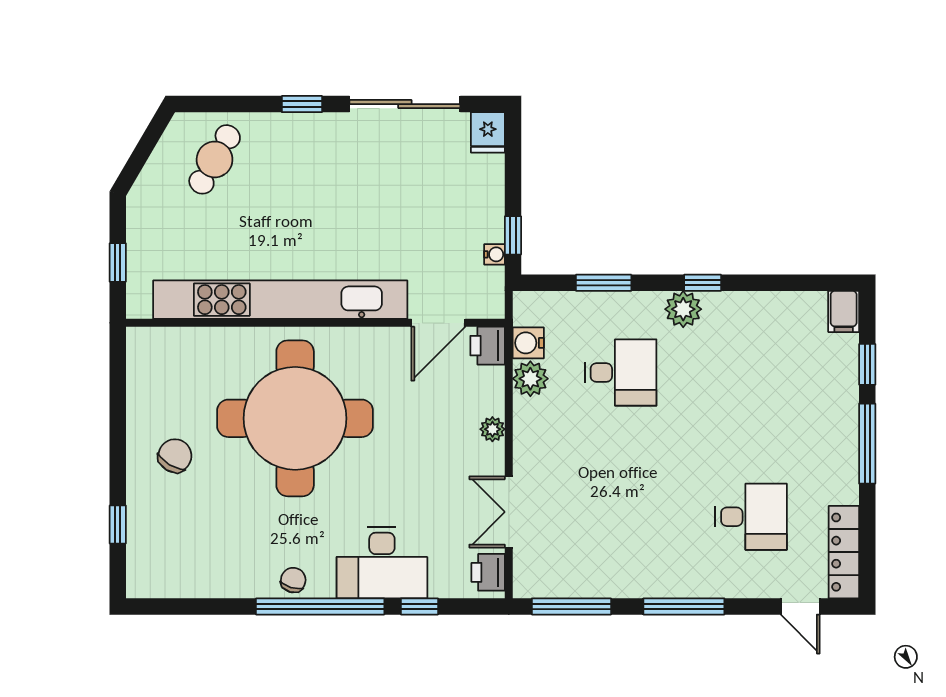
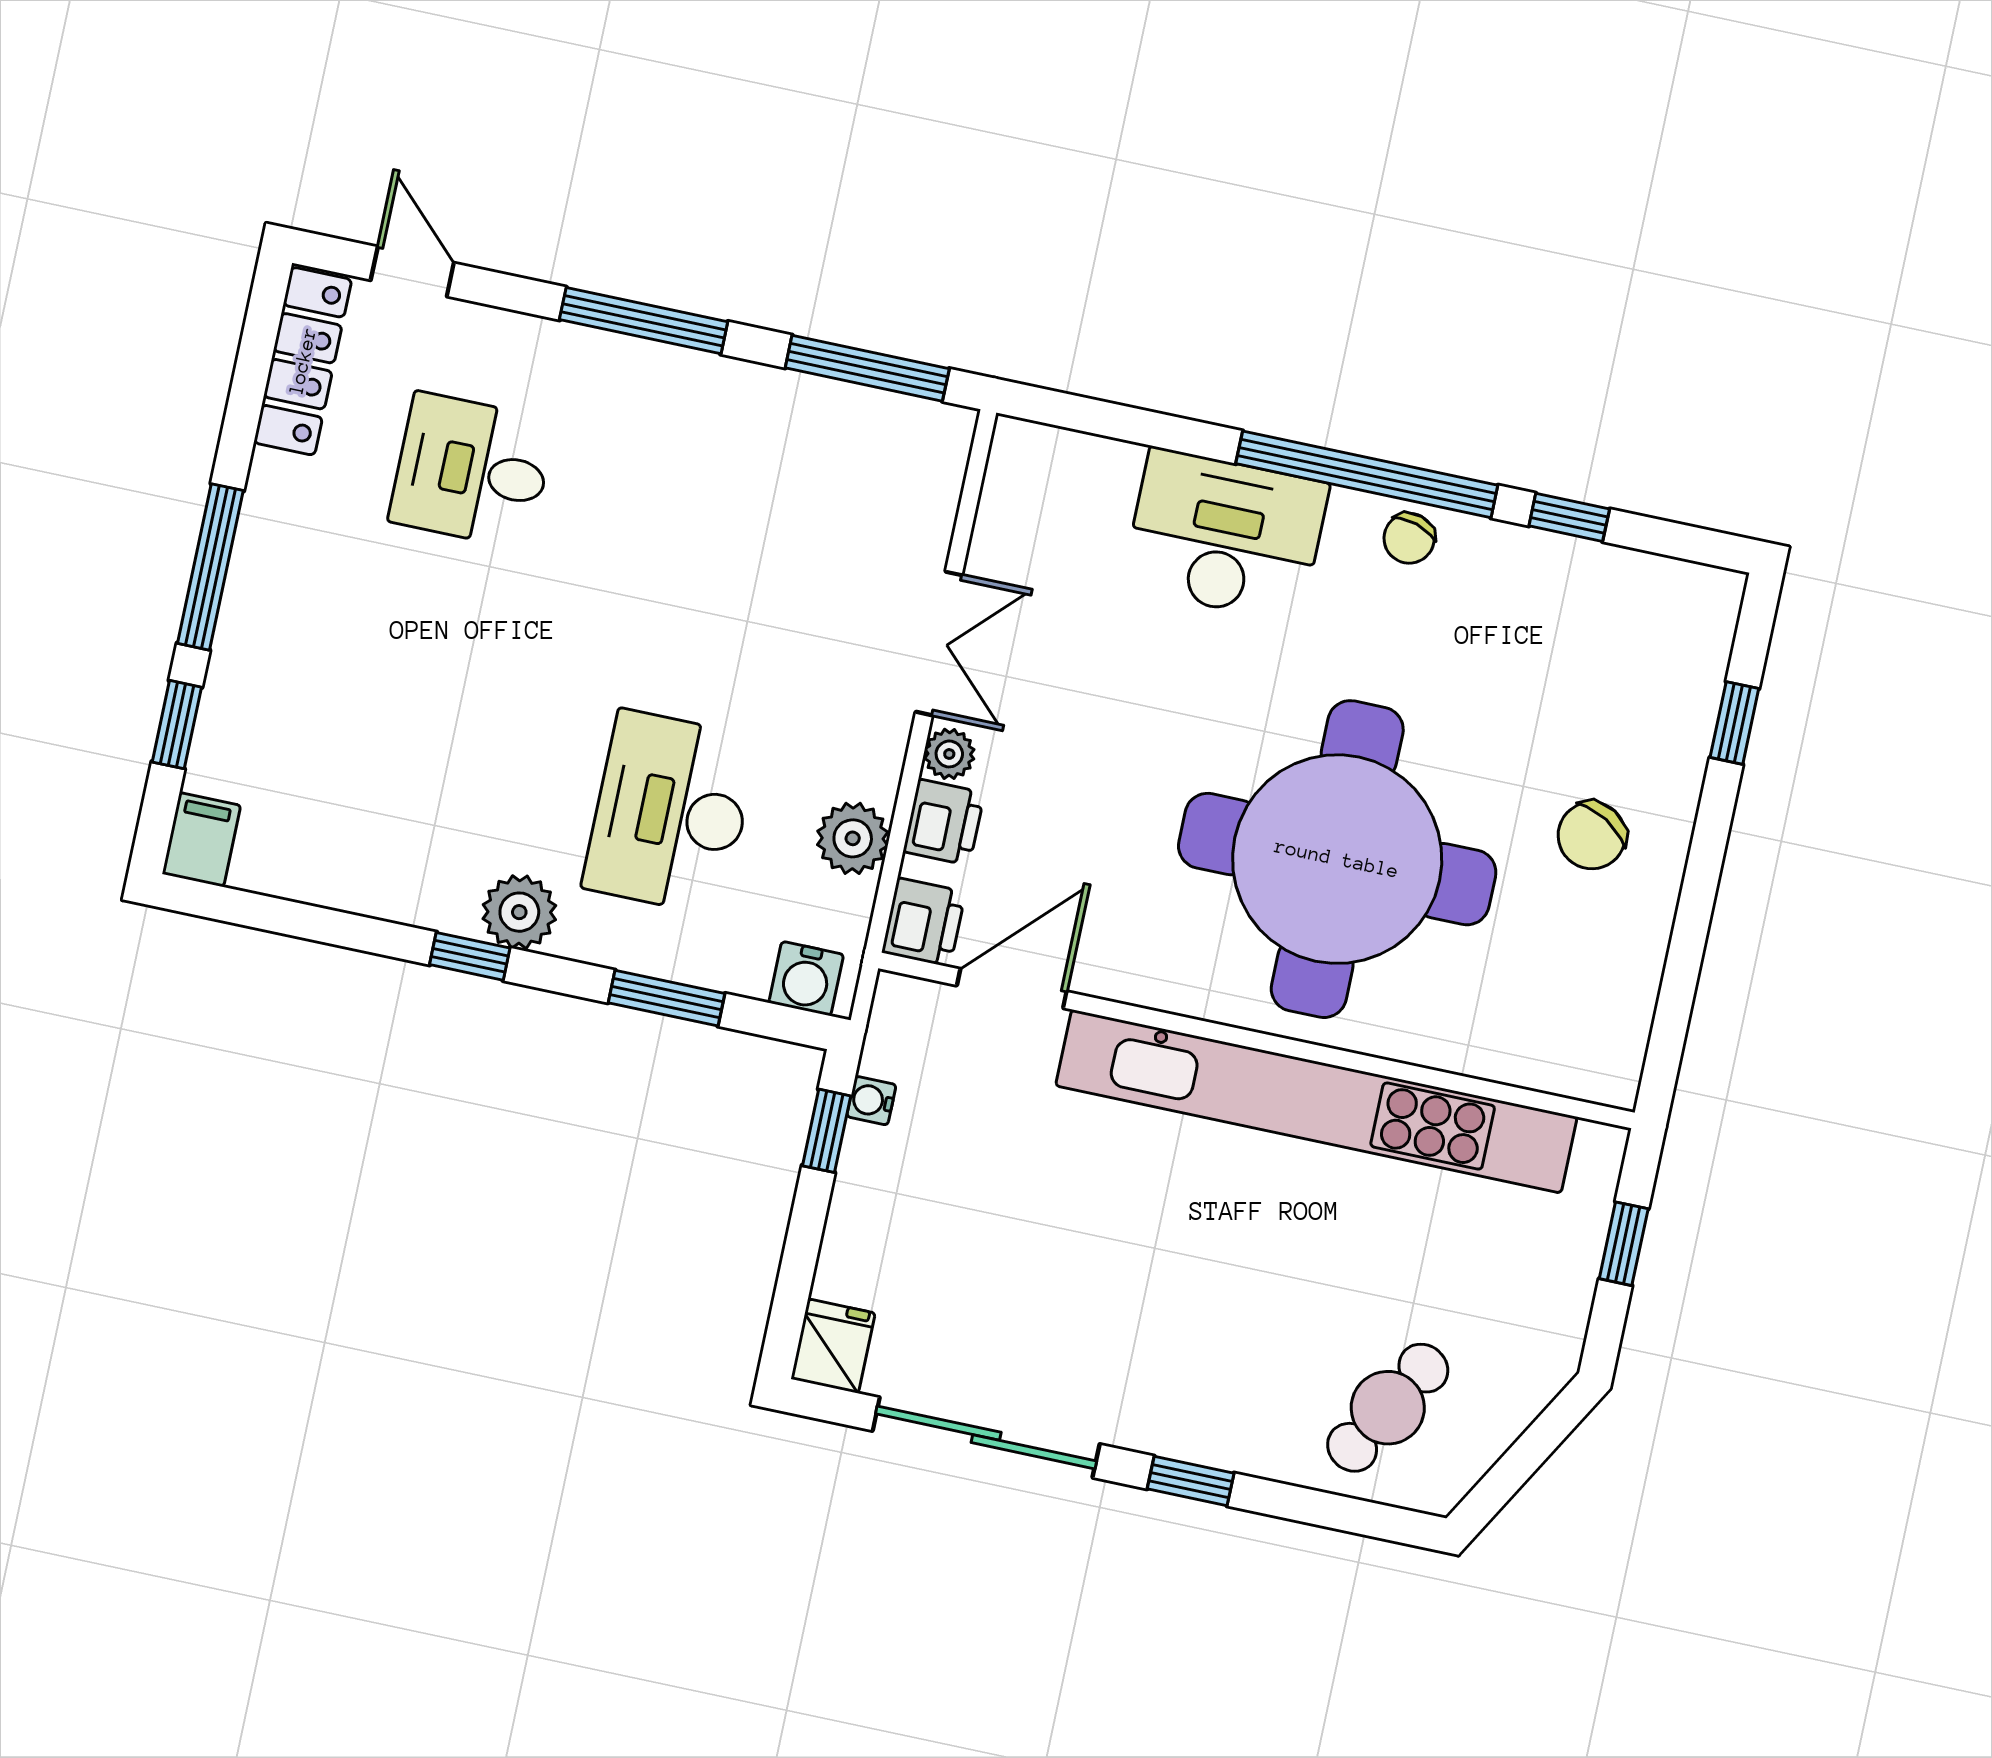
water cooler: (528, 343) -> (806, 979), moved, turned 90
desk: (621, 373) -> (671, 813), width x1.37
double door: (509, 512) -> (939, 643), moved
printer: (488, 572) -> (944, 822), moved
window: (419, 606) -> (1569, 517), moved

